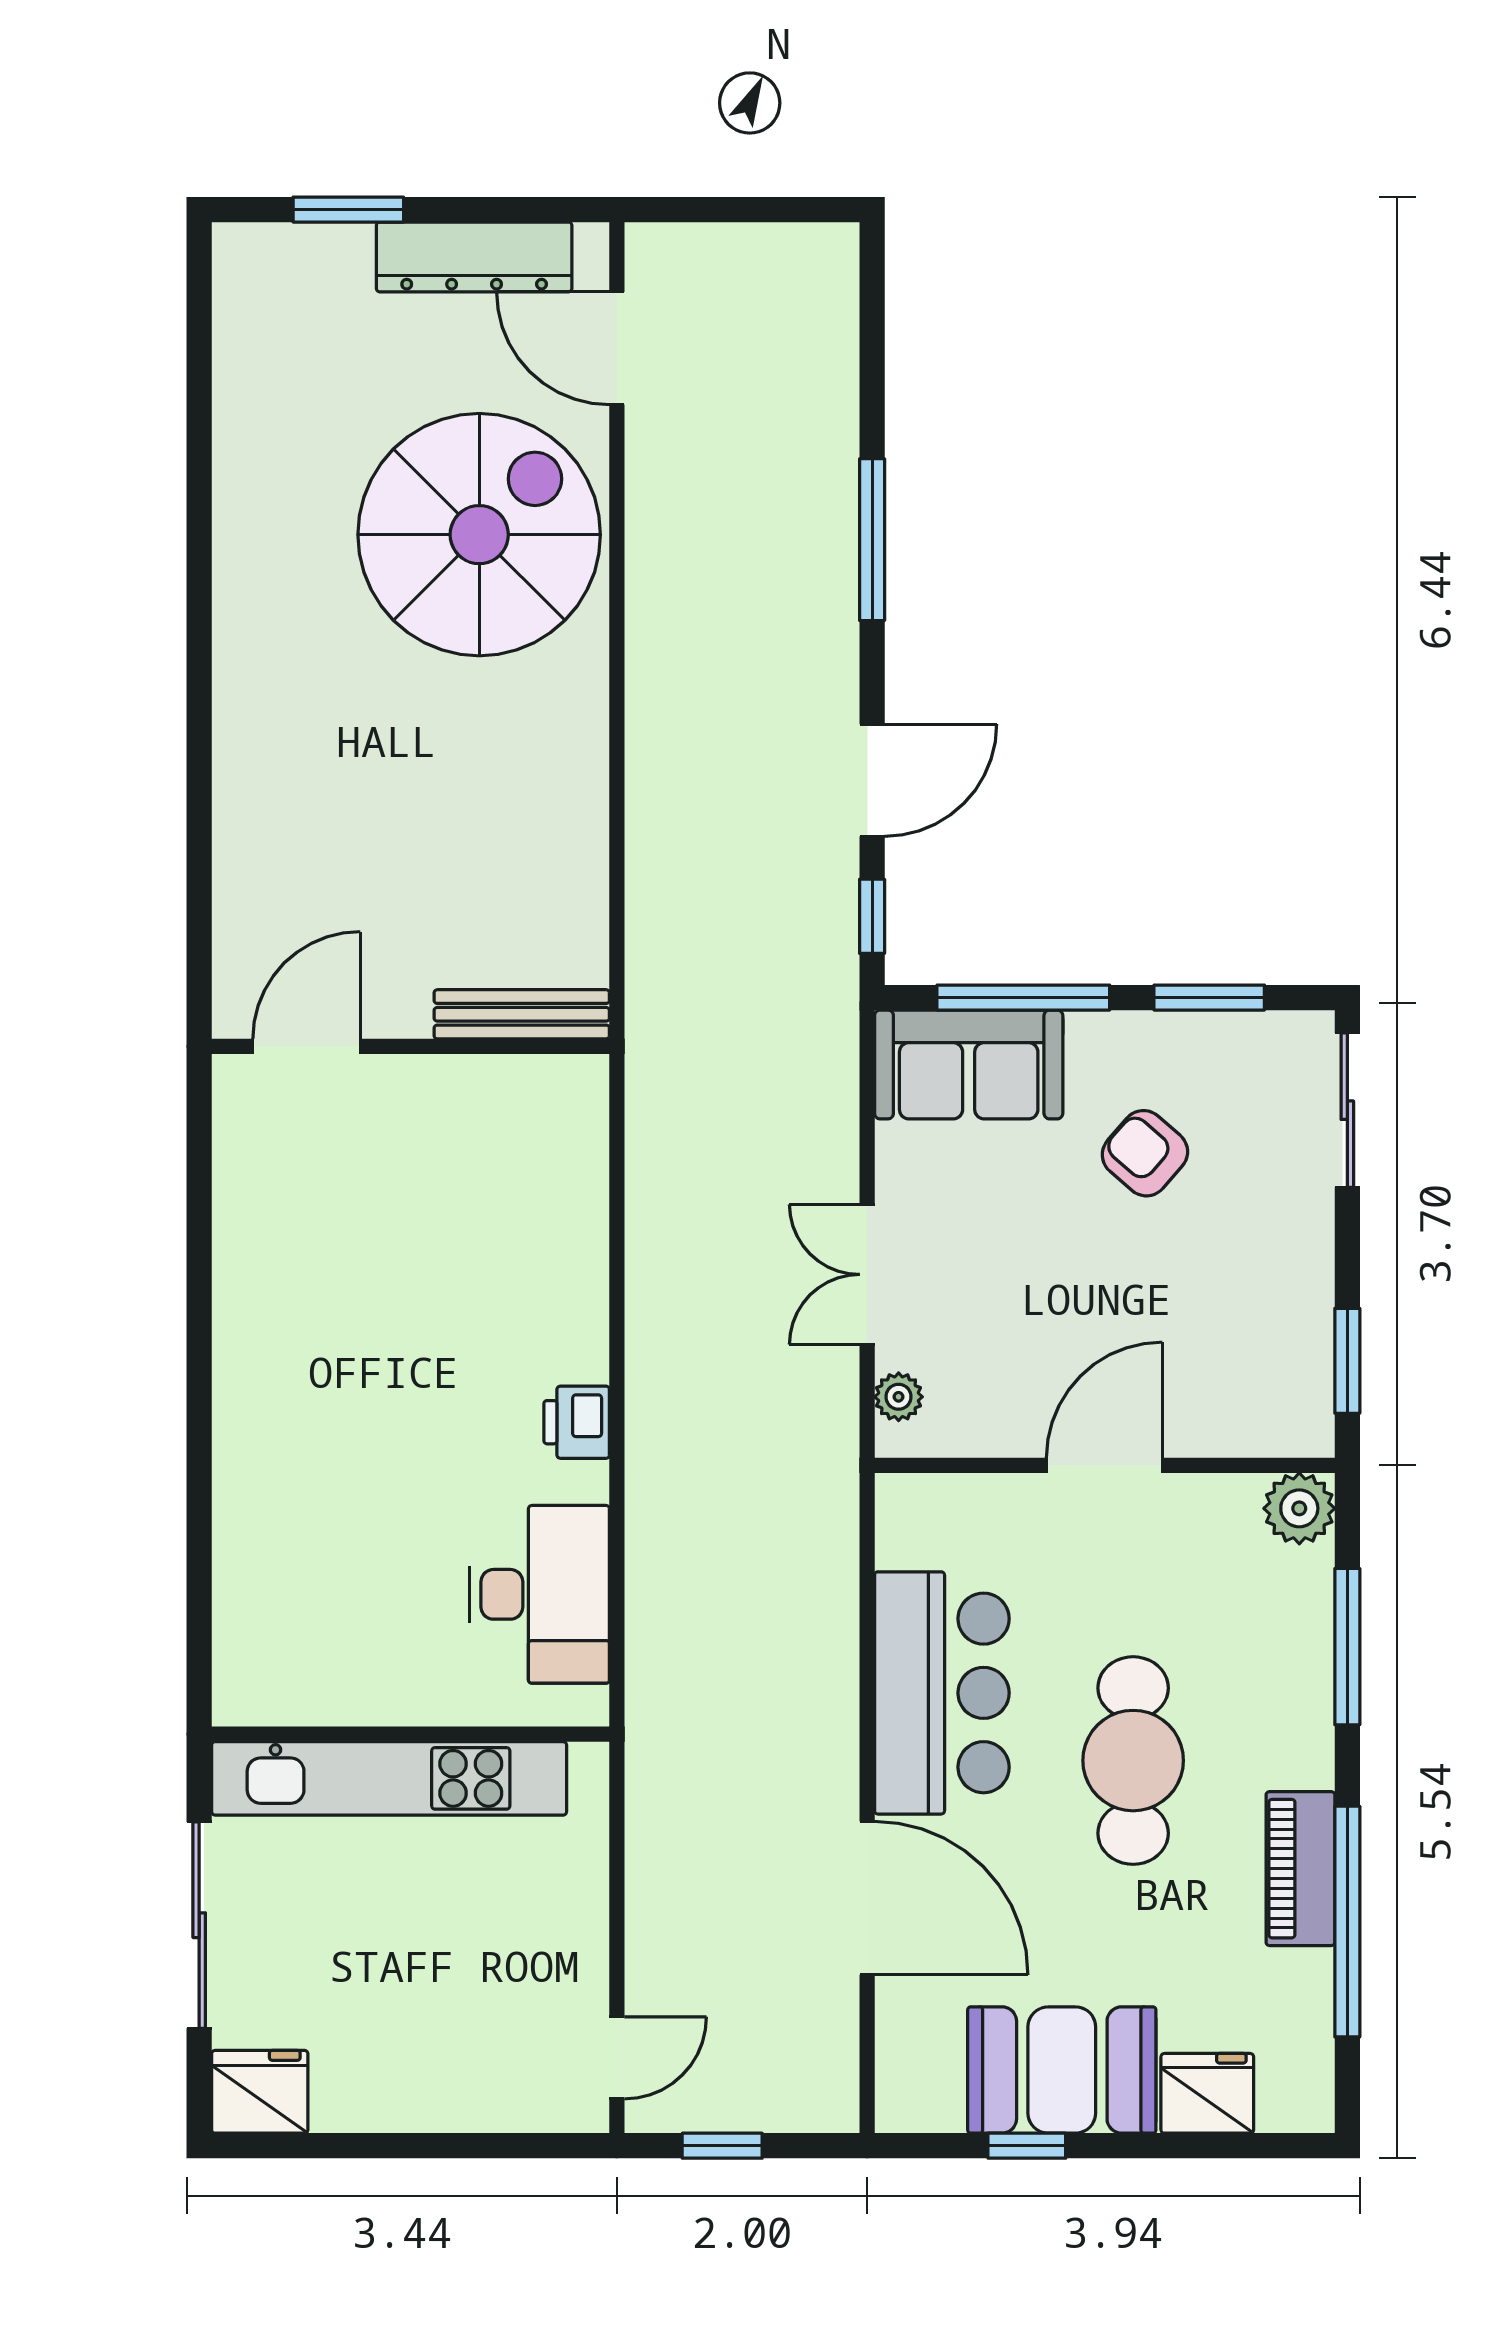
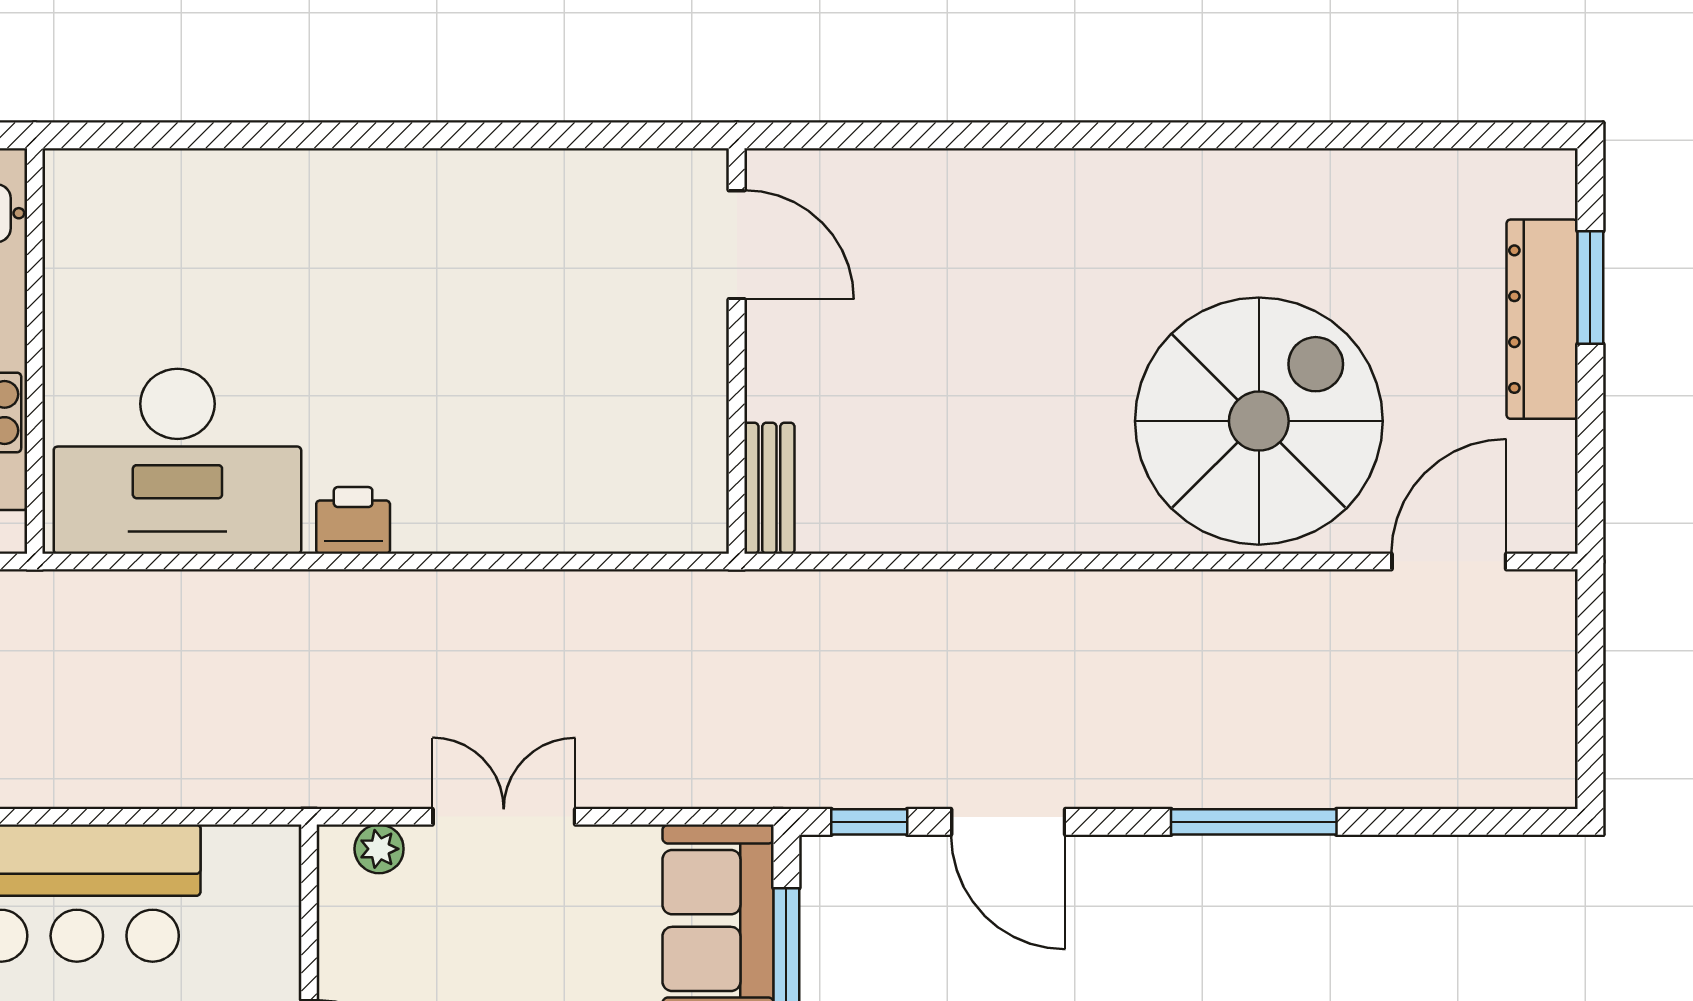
dresser: (474, 257) -> (1542, 319), moved
spiral stairs: (479, 535) -> (1259, 421), turned -90
bench: (522, 1014) -> (769, 488), width x0.73
desk: (540, 1594) -> (177, 461), width x1.36, depth x1.30

